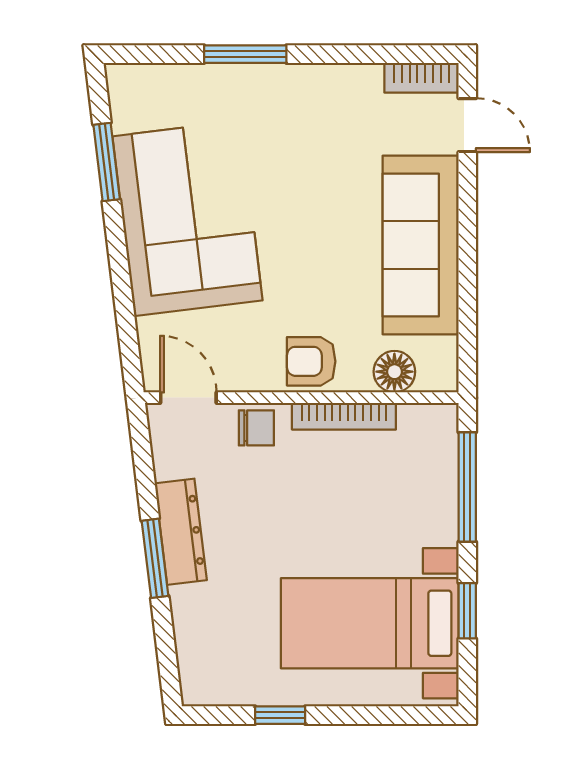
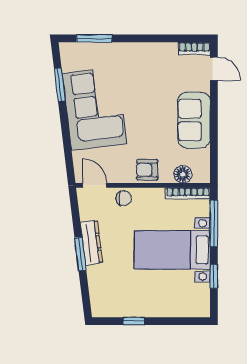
window: (245, 54) -> (94, 38), moved
sofa: (421, 245) -> (194, 120), width x0.73
bookcase: (344, 416) -> (188, 193), moved
bed with nightstands: (370, 623) -> (172, 250), moved

